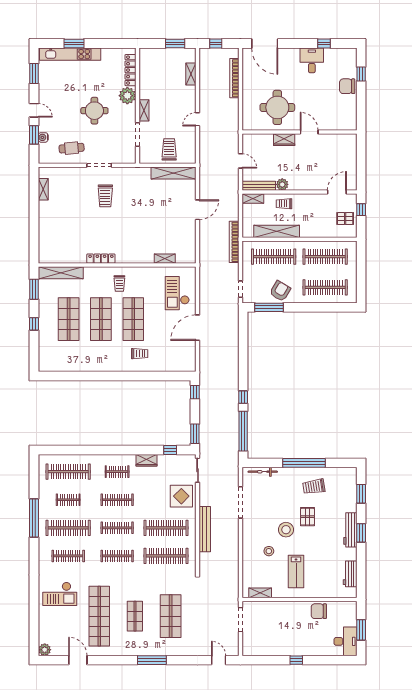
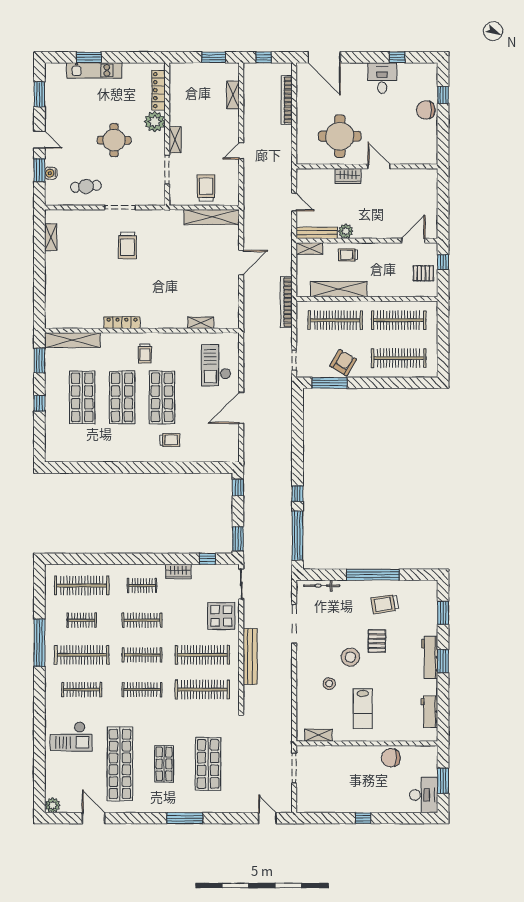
kitchen unit: (70, 54) -> (94, 70), width x0.73

